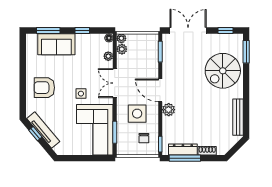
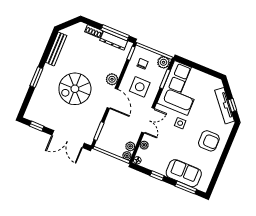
window: (246, 52) -> (36, 77), moved
spiral stairs: (223, 71) -> (75, 89), moved, turned 180
plant: (123, 148) -> (163, 62), added

